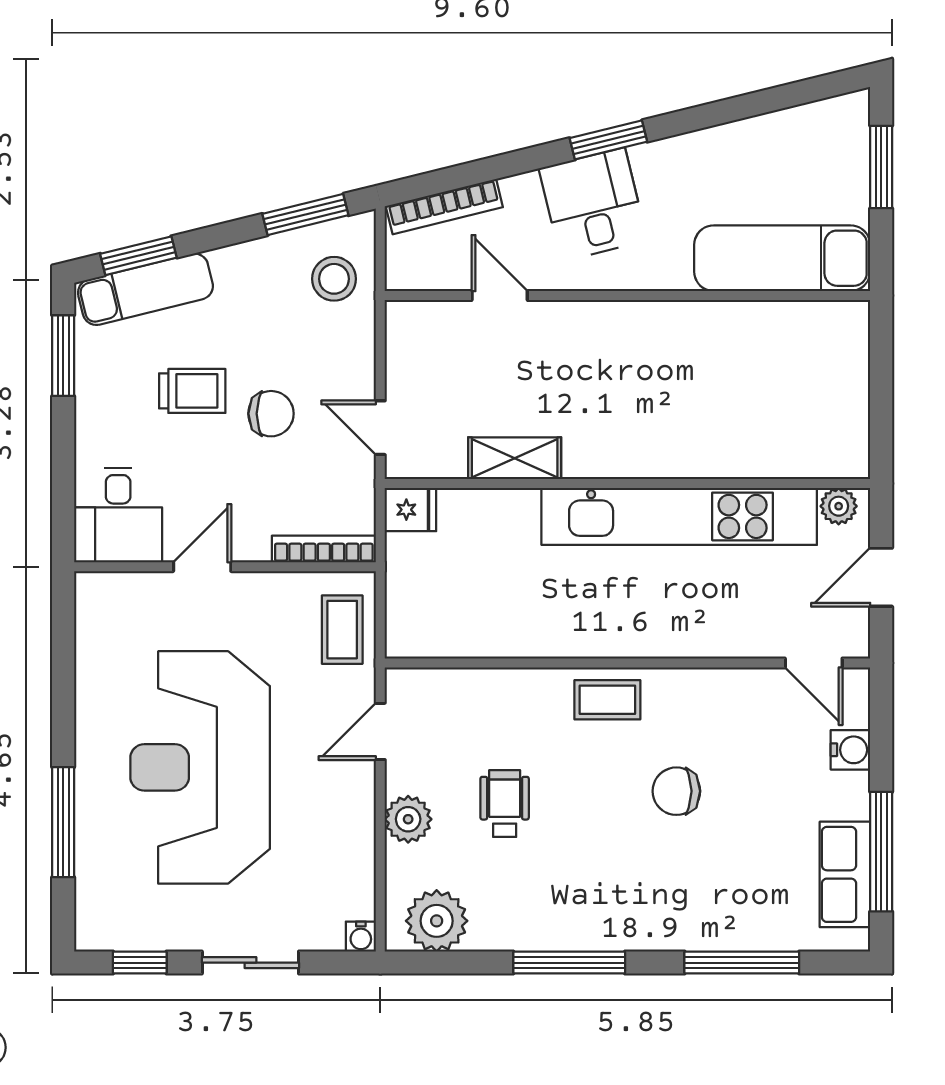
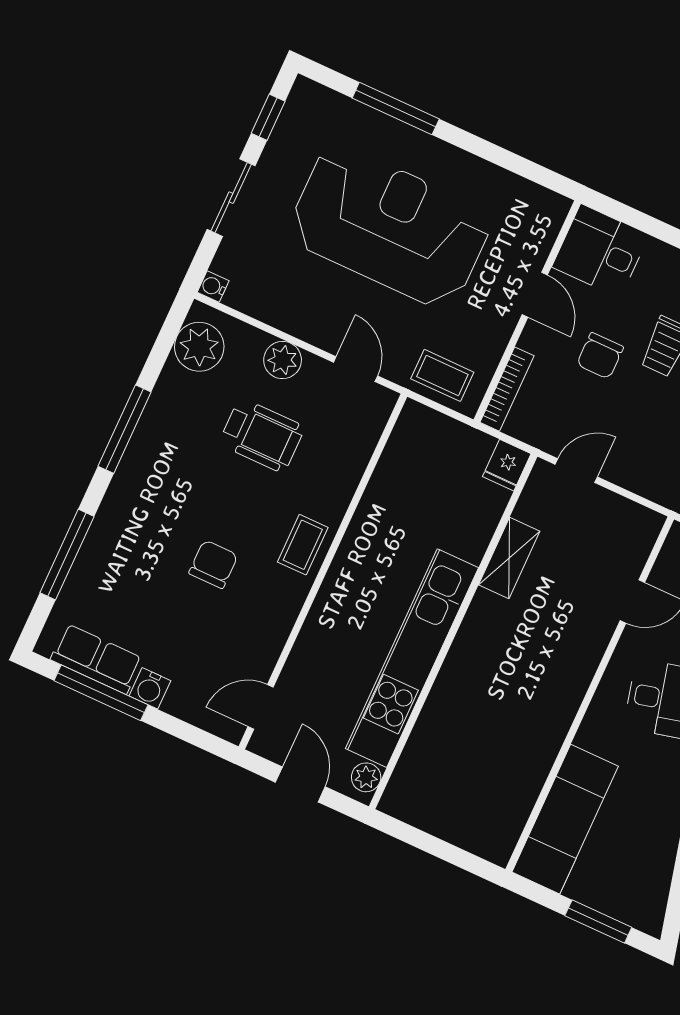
chair: (271, 414) -> (600, 356), moved
water cooler: (850, 750) -> (150, 688), moved
wheelchair: (505, 803) -> (262, 435), width x1.36, depth x1.37

